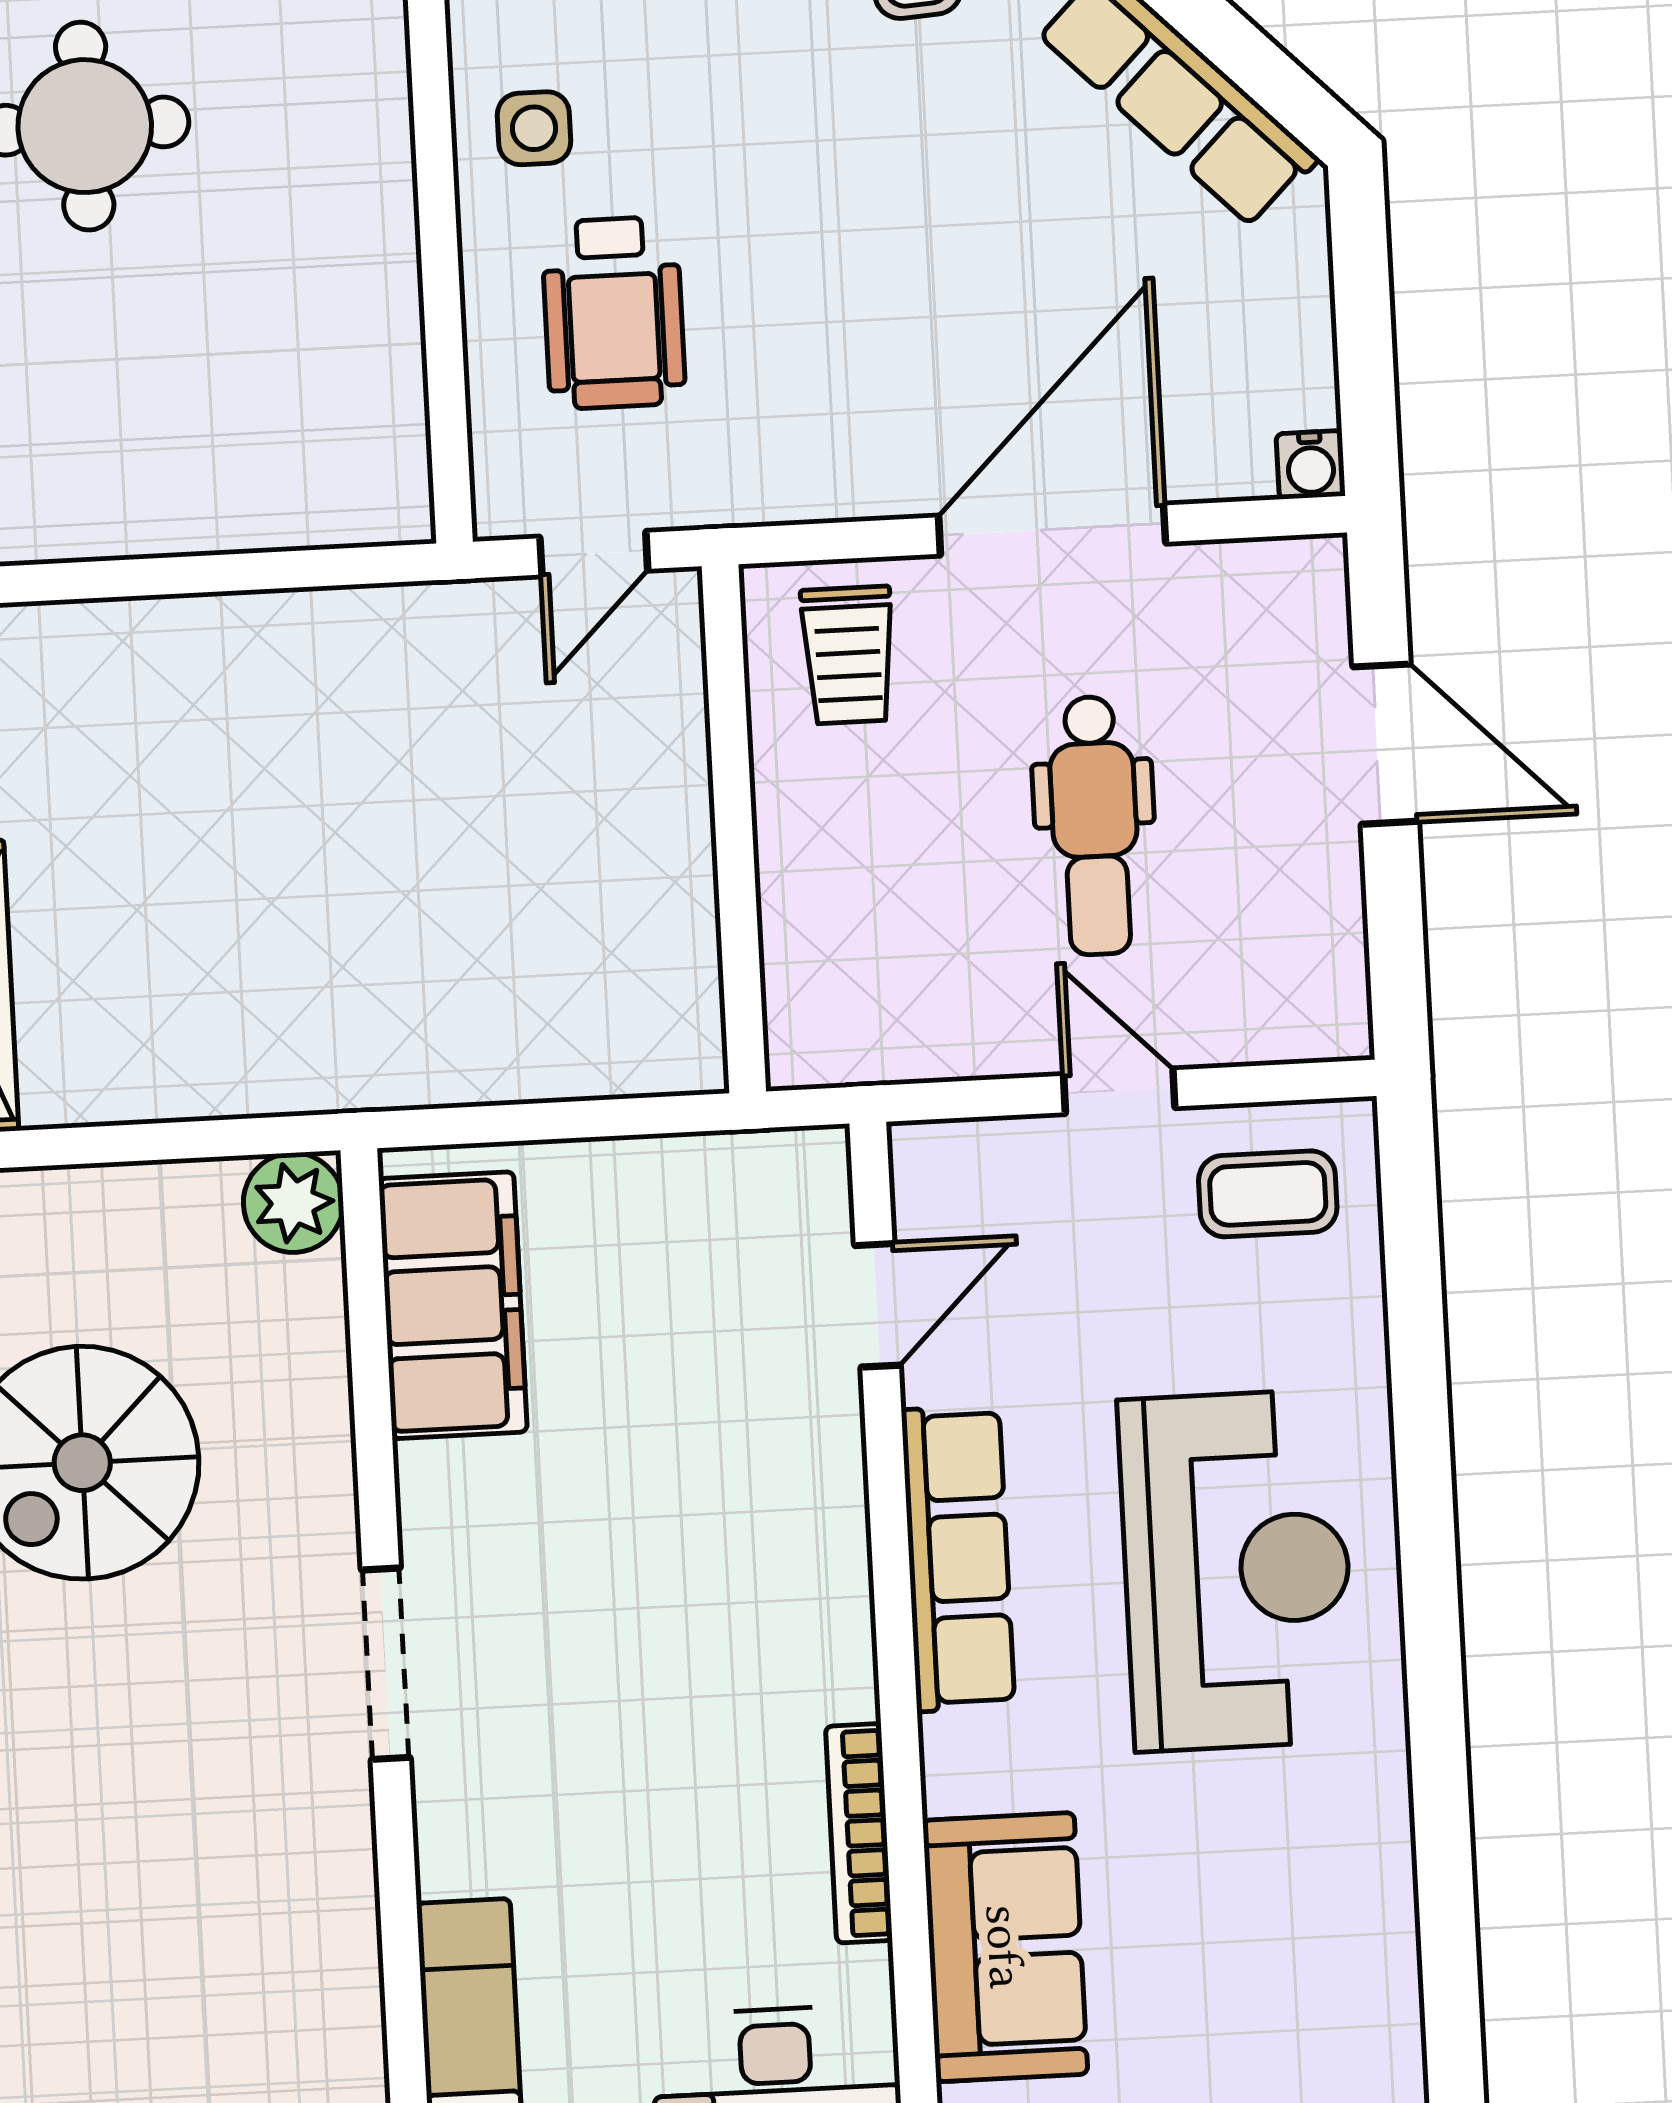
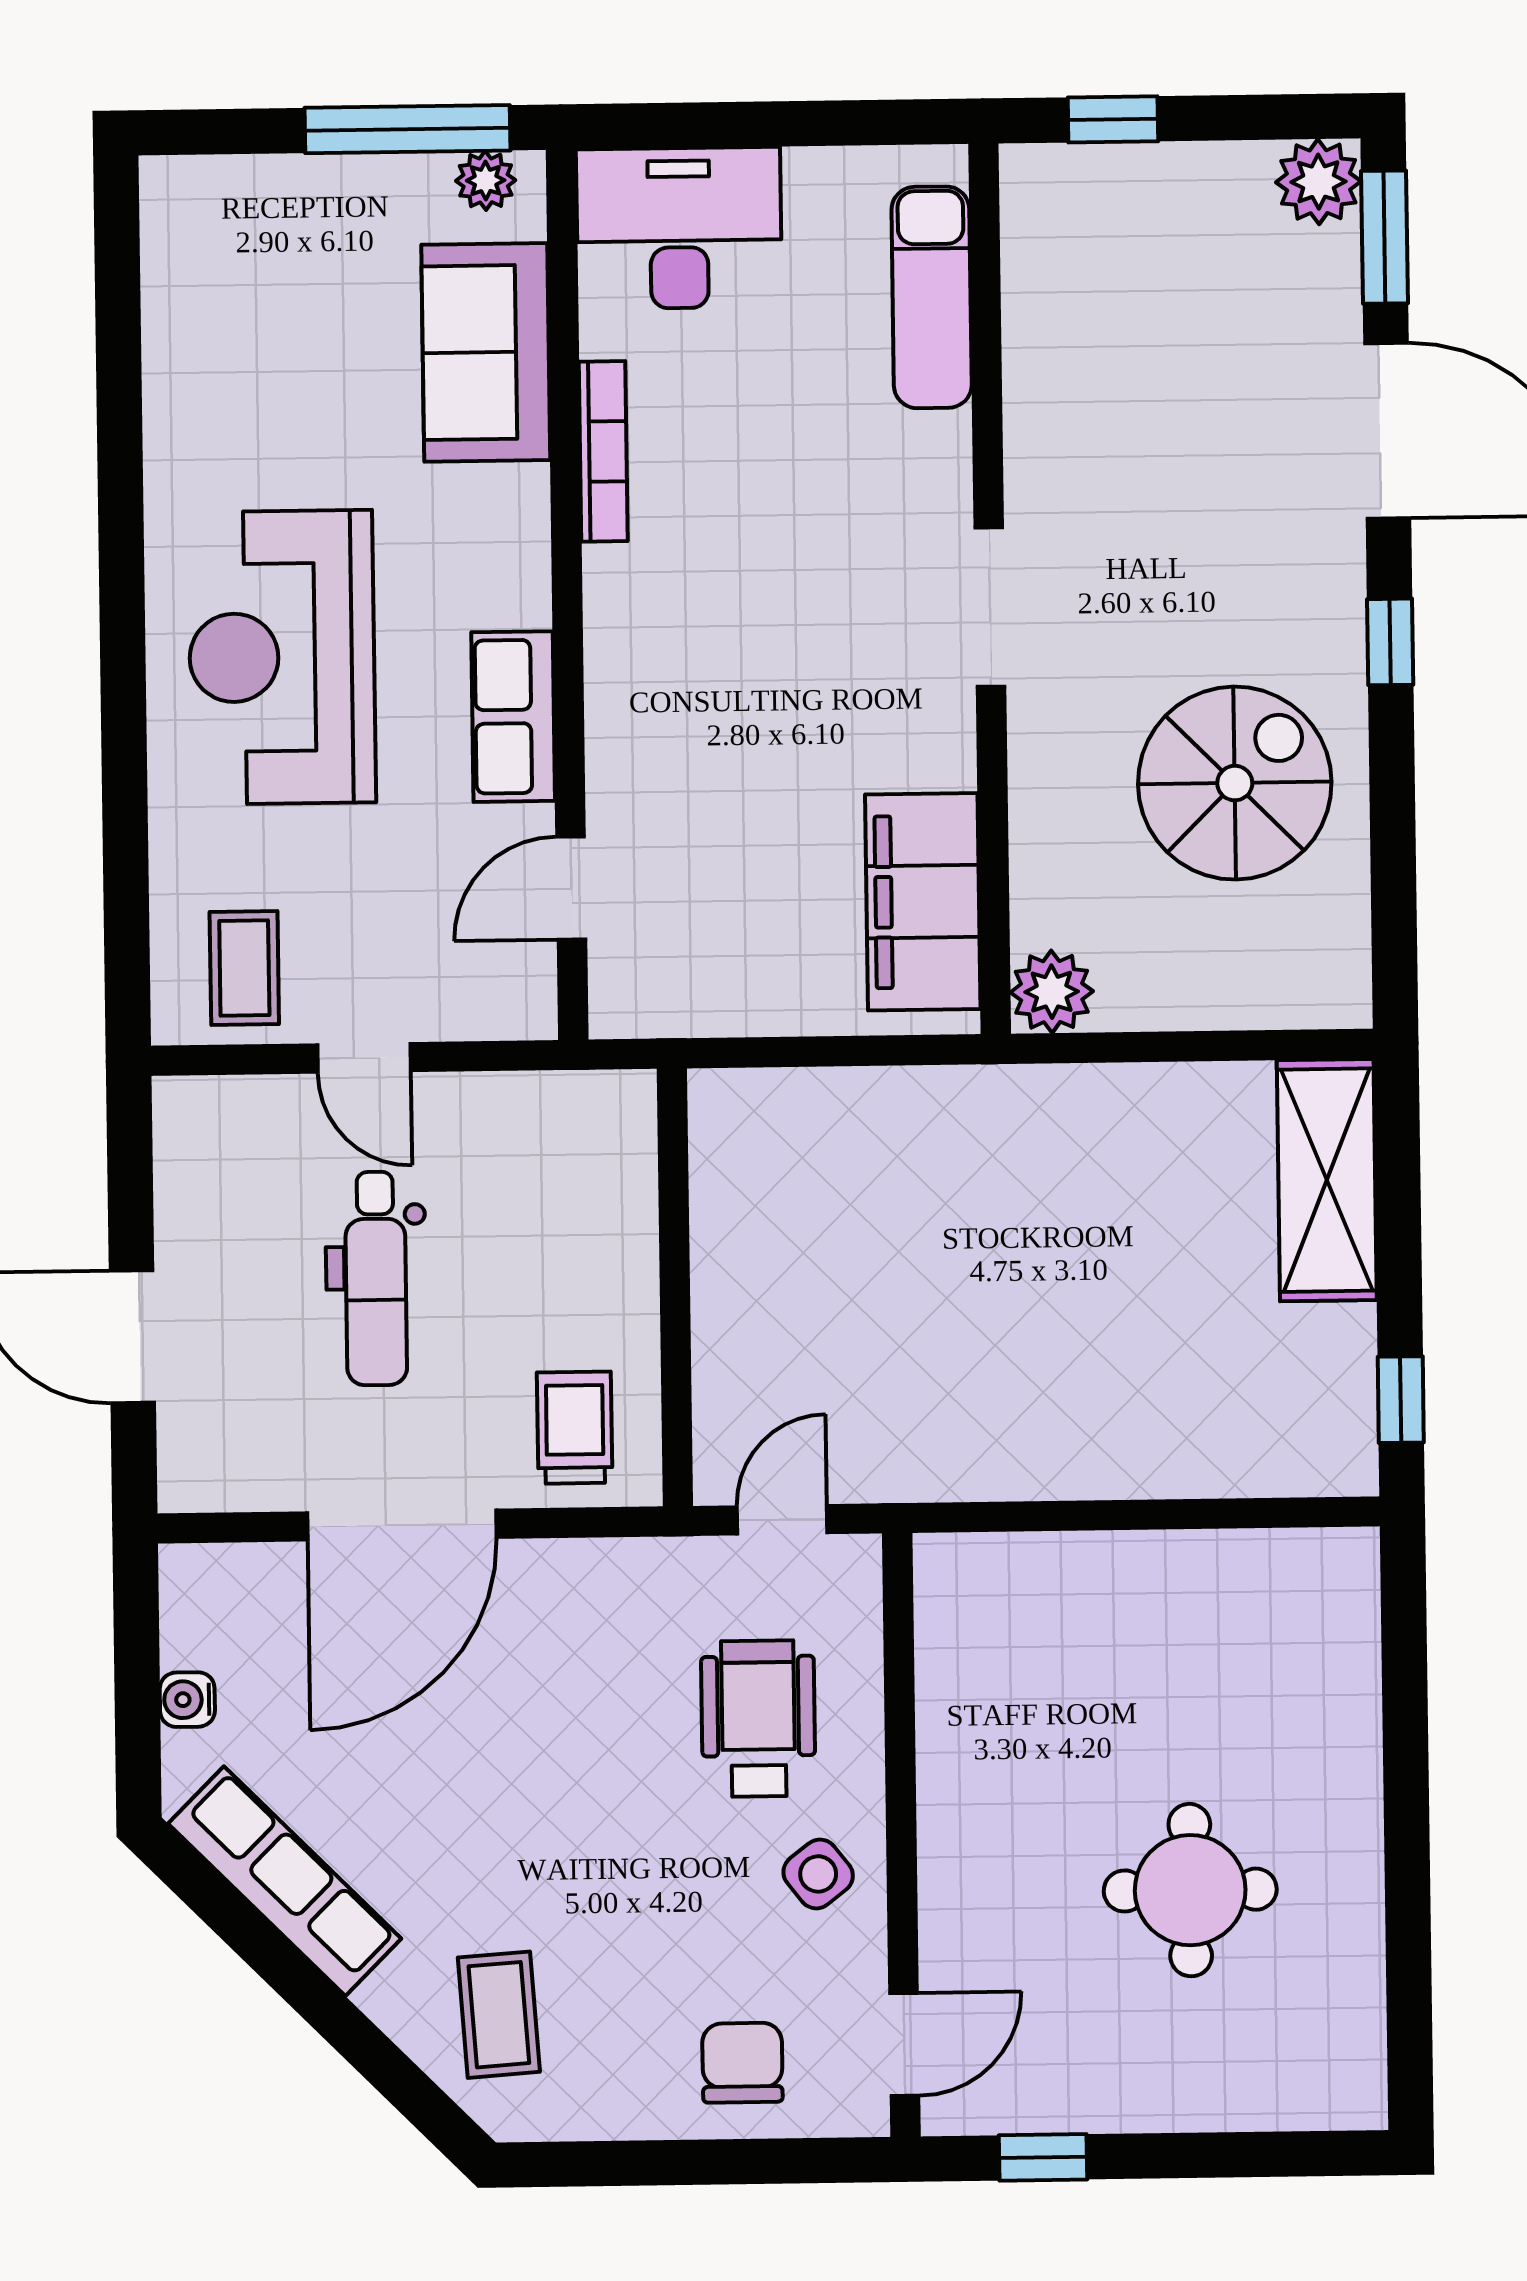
side table: (534, 128) -> (818, 1874), turned -38
water cooler: (1311, 465) -> (187, 1700), moved, turned -90
dental chair: (1095, 826) -> (376, 1279), turned 180
coffee table: (1268, 1194) -> (244, 968), turned 90
row of seats: (958, 1558) -> (513, 717), width x0.68

